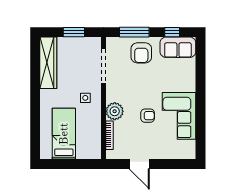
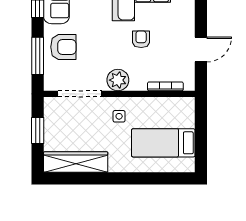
plant: (115, 111) -> (118, 80), moved

